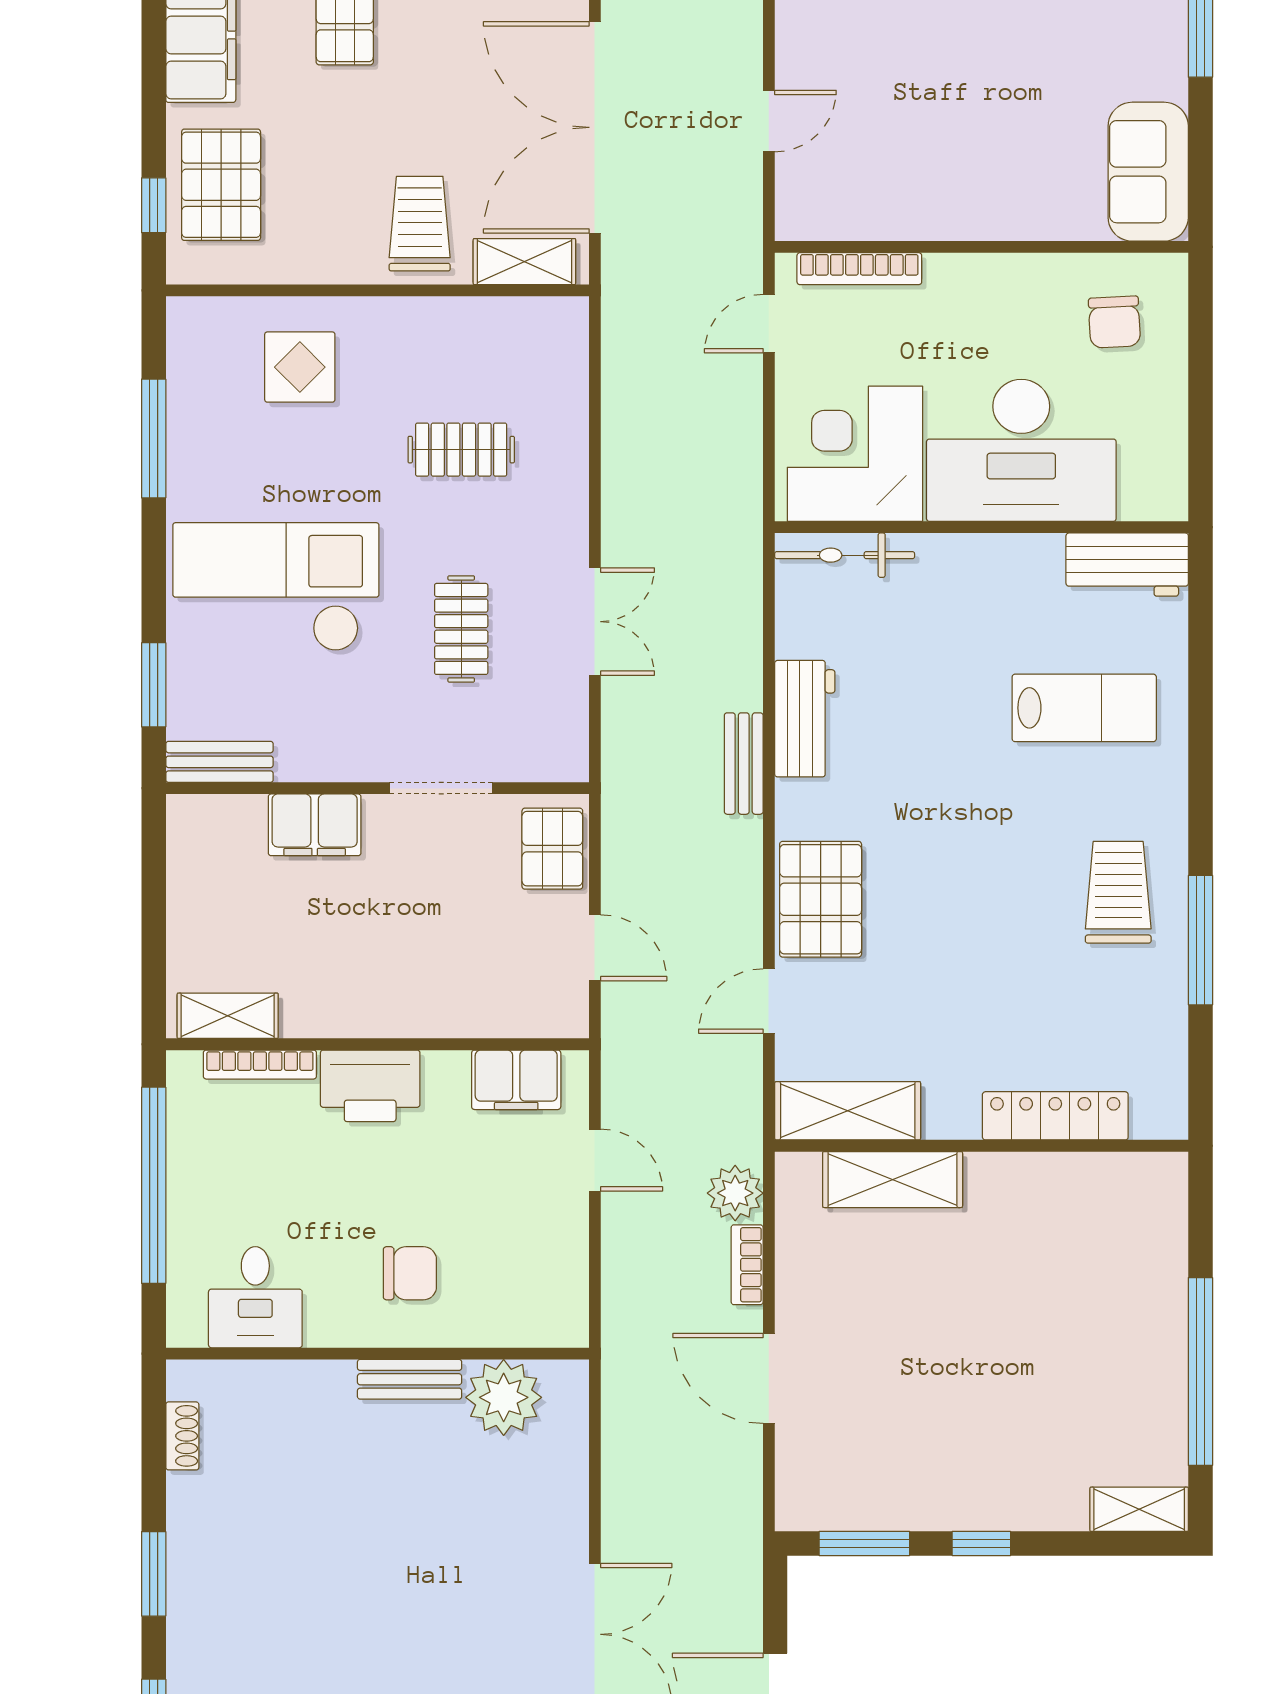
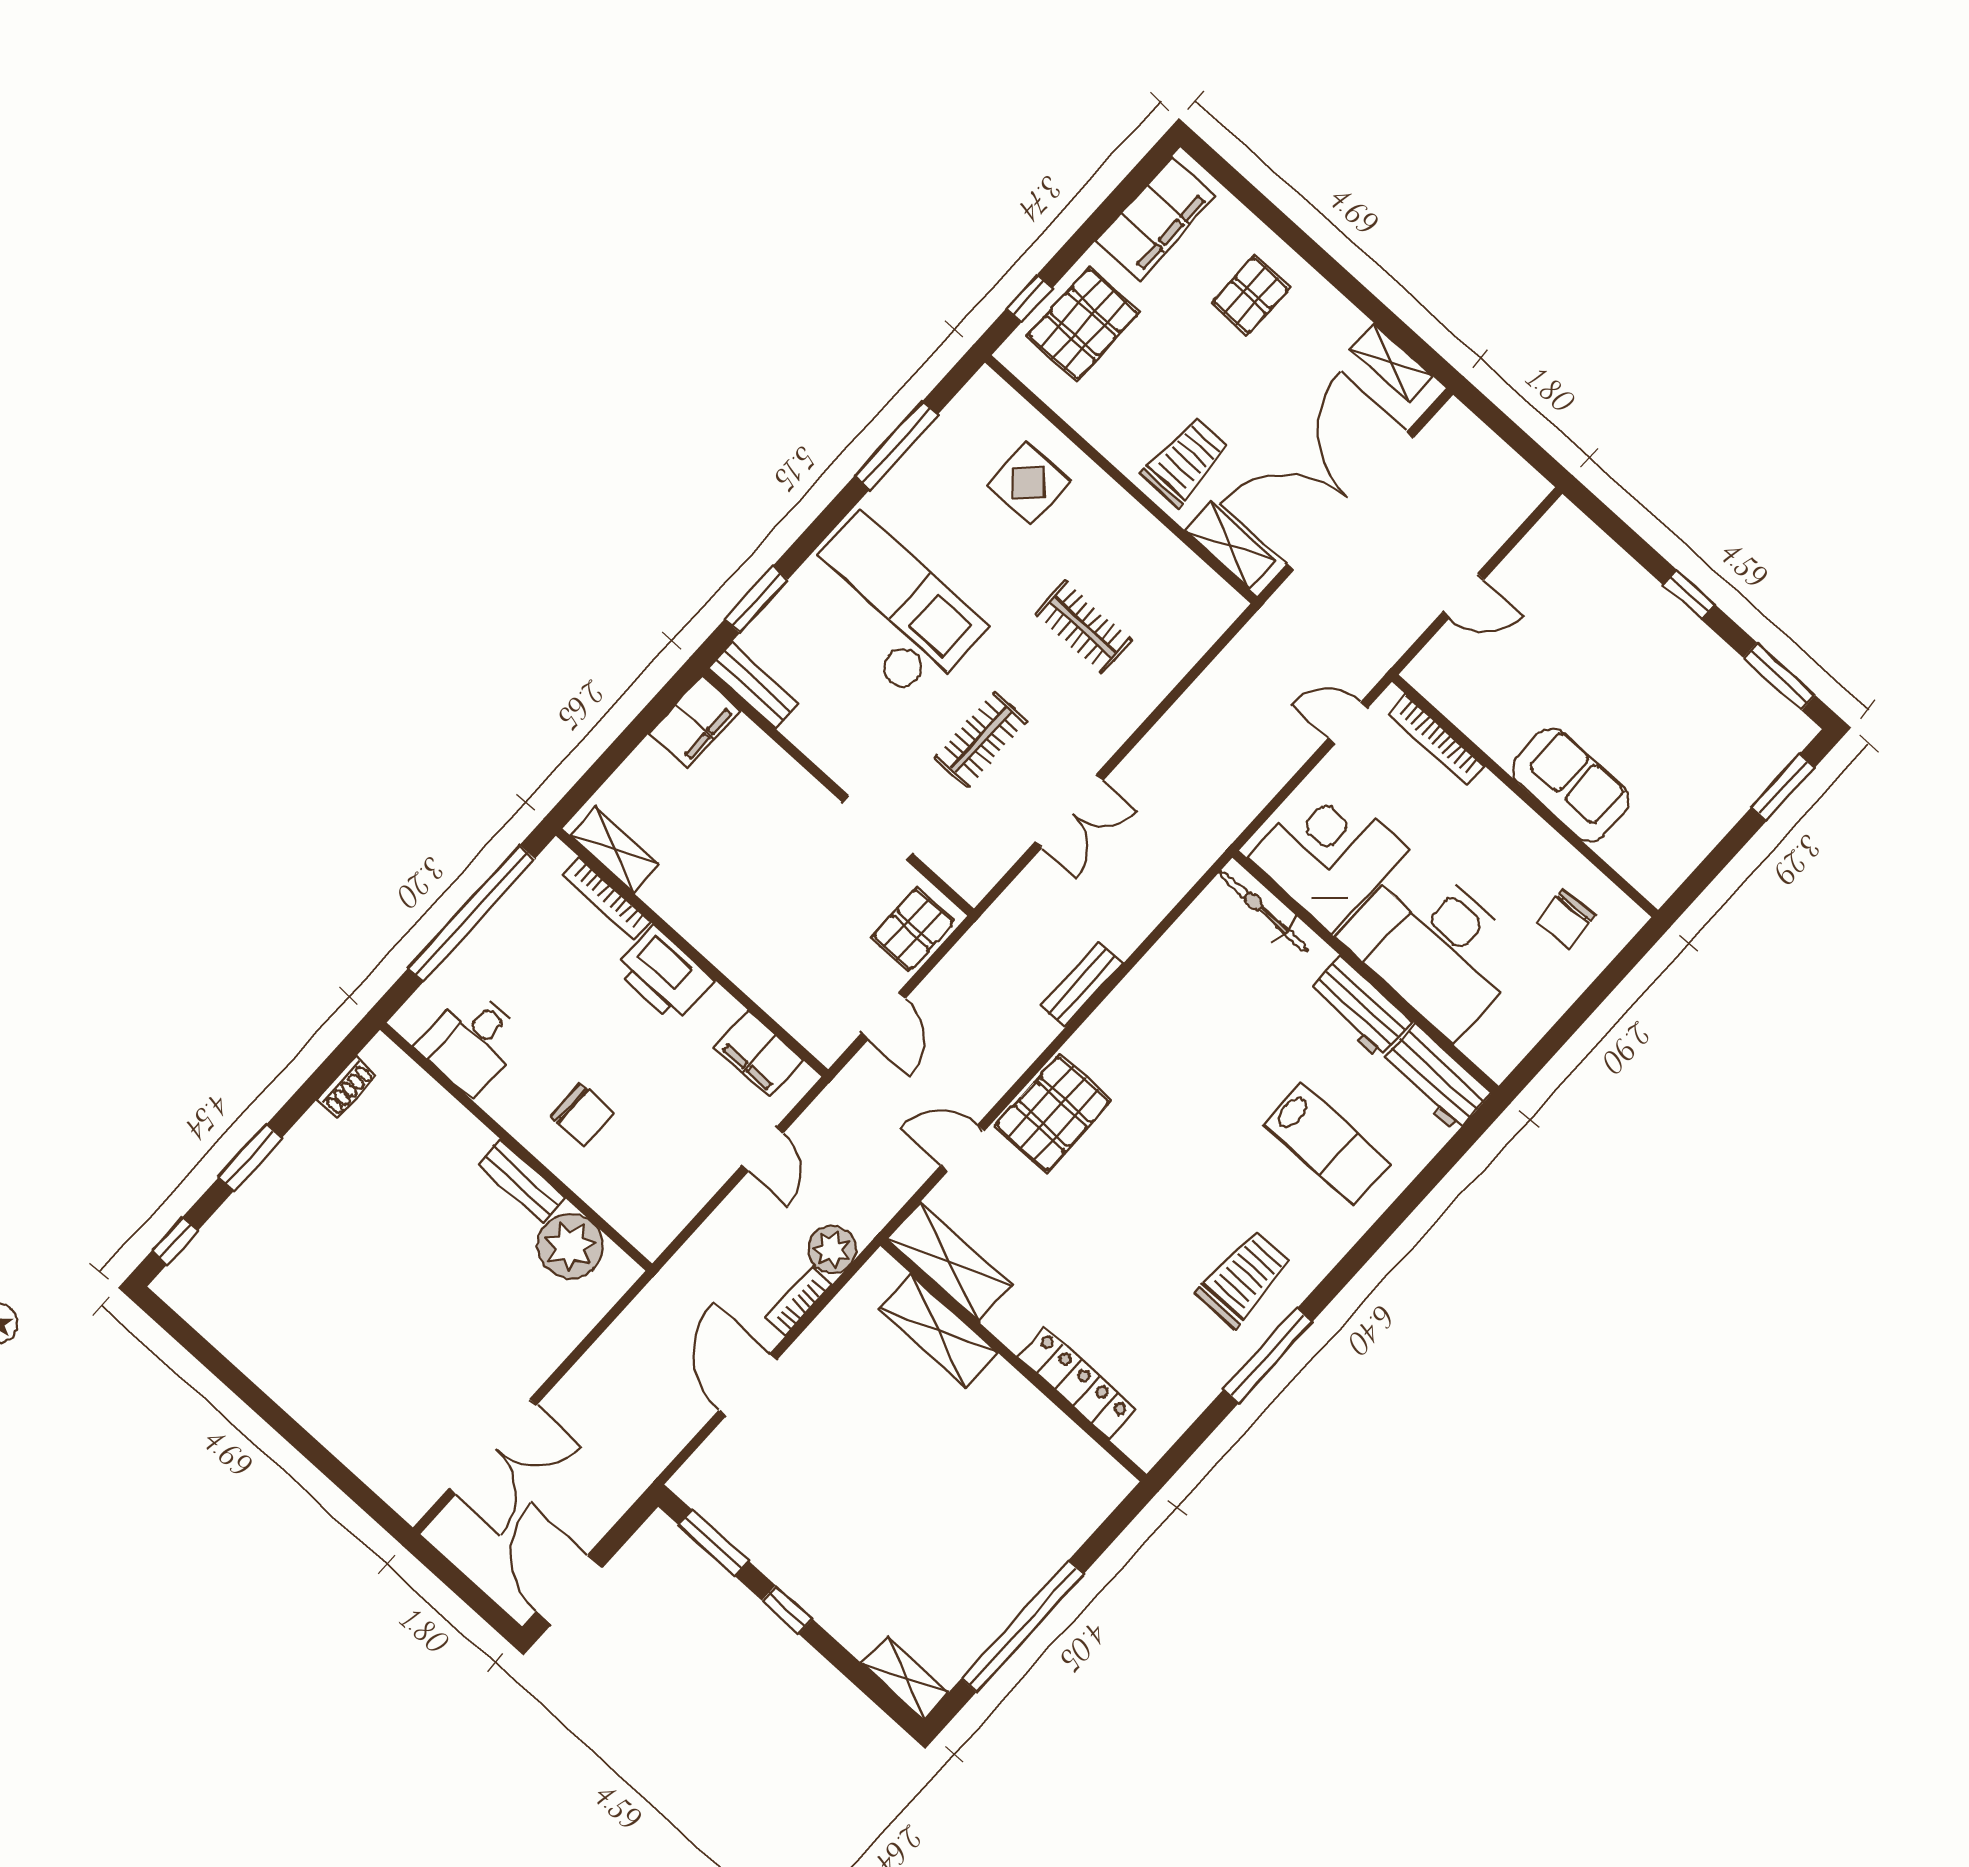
sofa: (1148, 172) -> (1571, 785), moved, turned 90
workbench: (805, 719) -> (1359, 1007), moved, turned 90
filing cabinet: (315, 825) -> (695, 722), moved, turned -90

